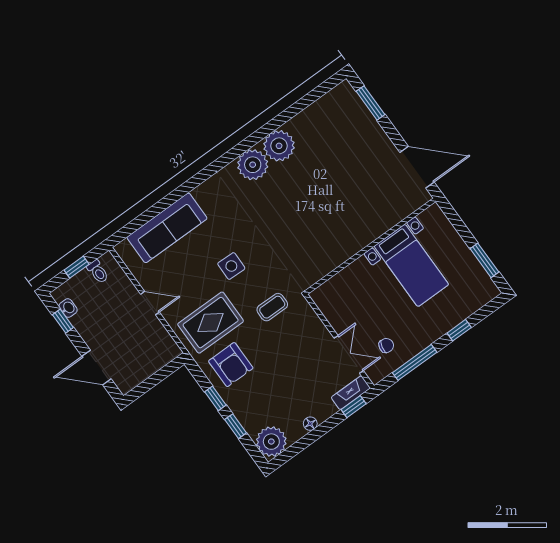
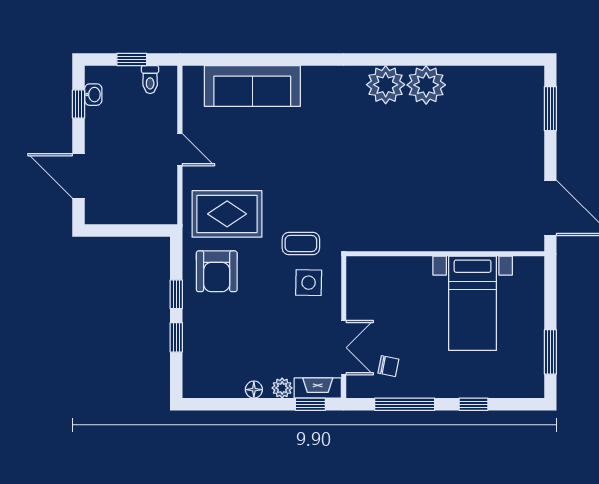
side table: (231, 266) -> (309, 283), moved
plant: (271, 442) -> (282, 388), moved, width x0.53, depth x0.53

